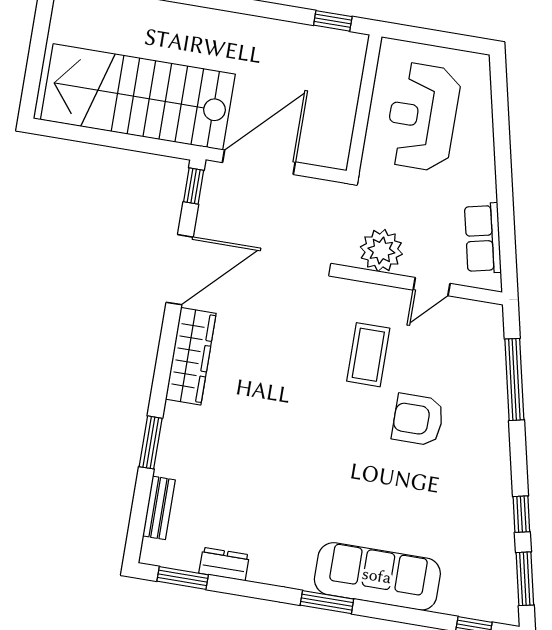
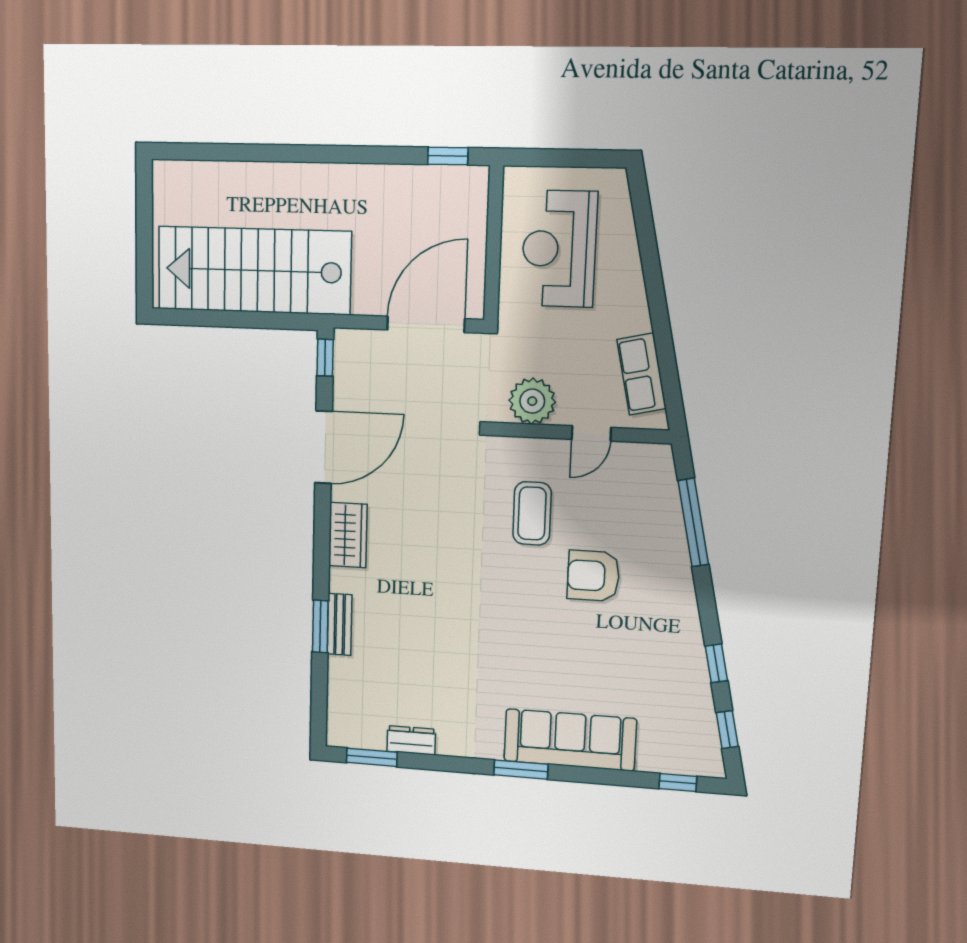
door: (259, 162) -> (426, 324), moved
wardrobe: (191, 356) -> (348, 535), width x0.67
bench: (159, 508) -> (340, 624), moved
window: (525, 579) -> (727, 730), width x0.67

